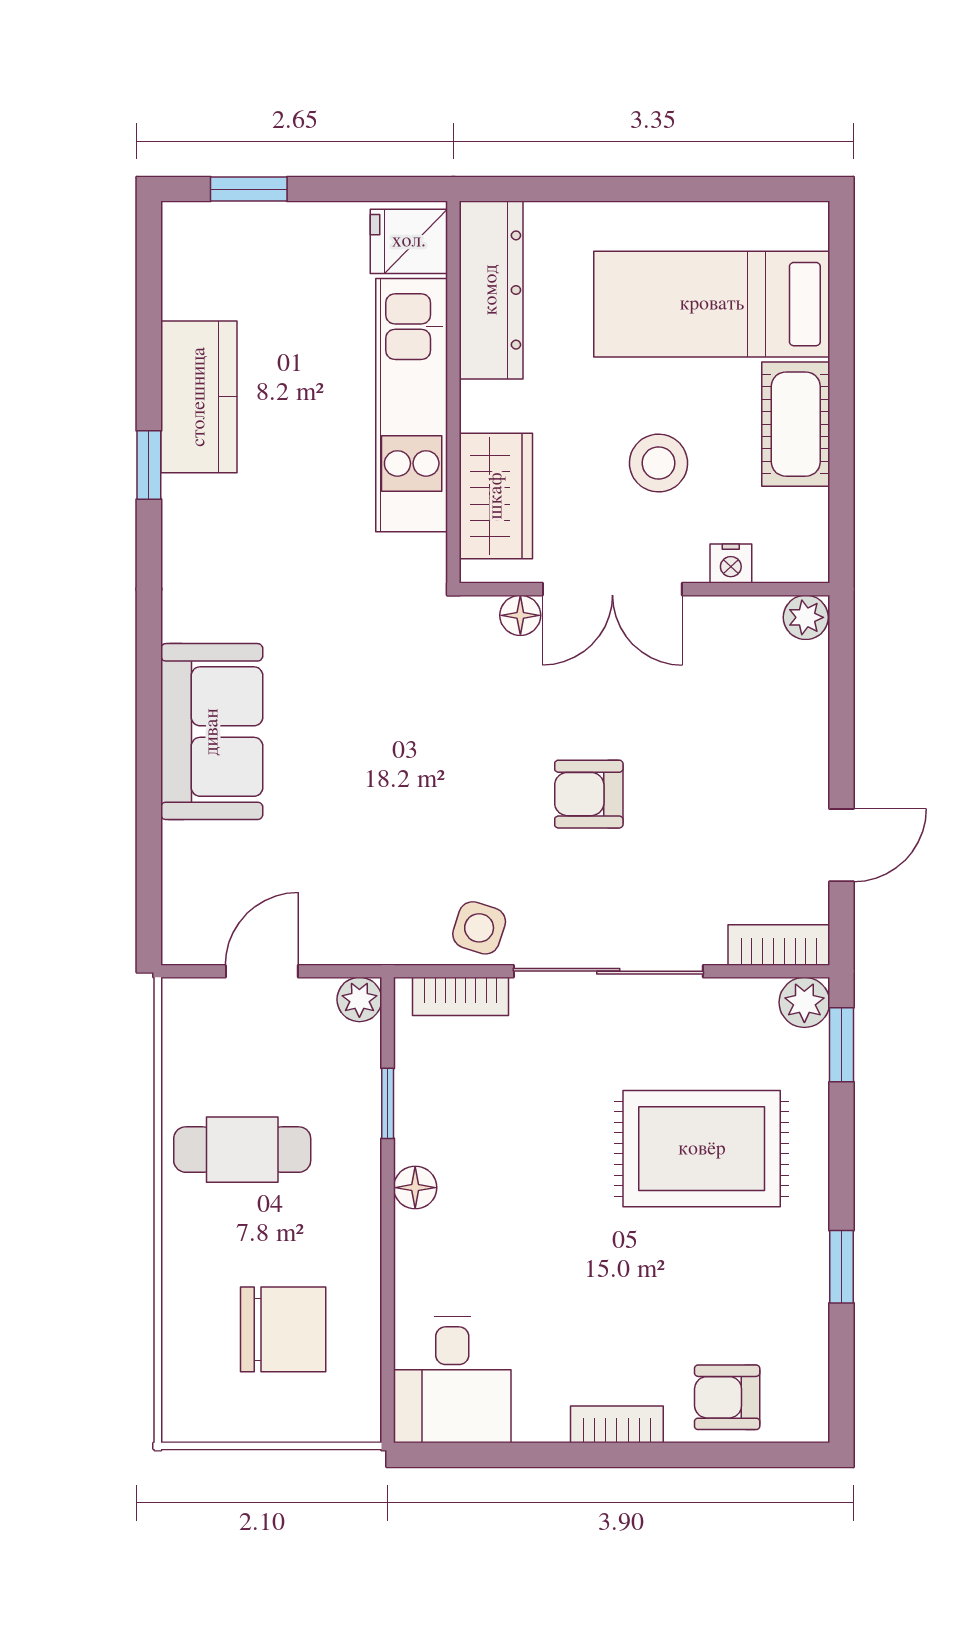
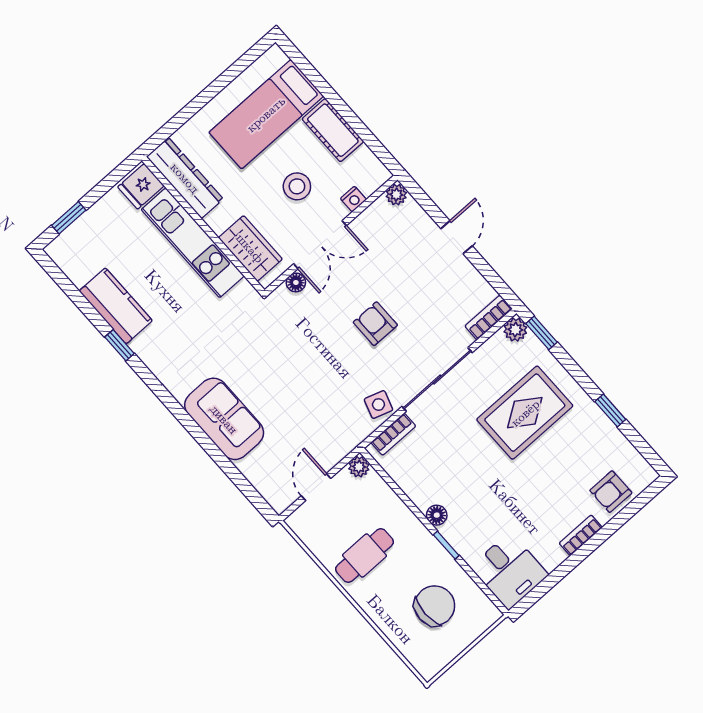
armchair: (589, 794) -> (375, 324), turned 90
door: (842, 845) -> (457, 237), moved
window: (388, 1103) -> (446, 545), moved

